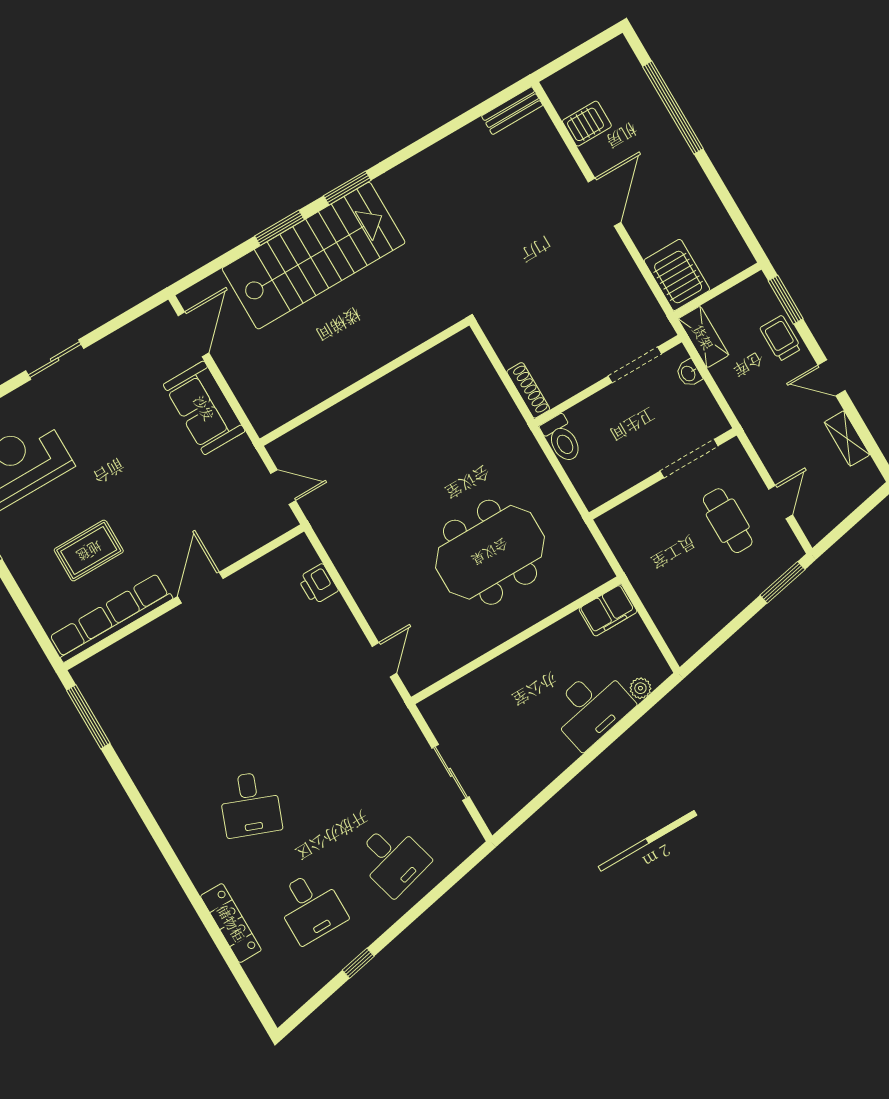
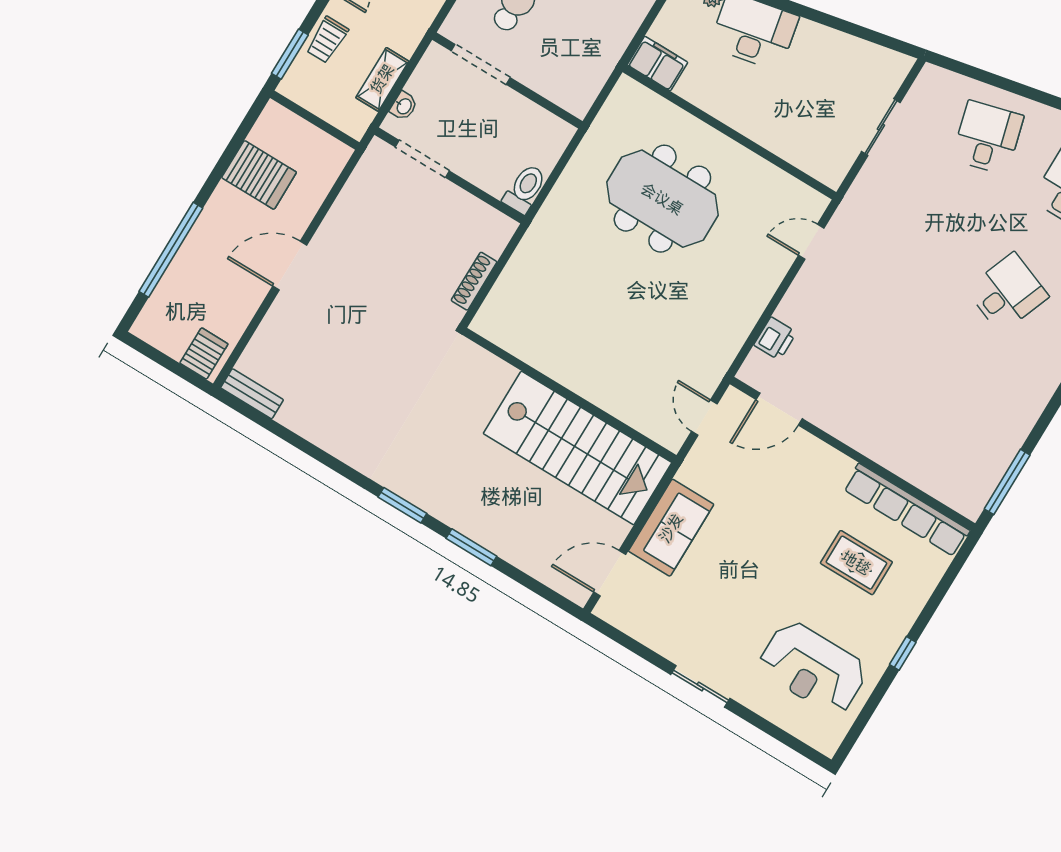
server rack: (587, 124) -> (204, 353), moved, turned 90
stairs: (314, 256) -> (578, 448), moved, turned 180
server rack: (677, 275) -> (259, 175), moved, turned -90
shelving: (703, 337) -> (382, 79), moved
shoe rack: (528, 390) -> (474, 281), moved
door: (200, 588) -> (779, 409), moved

